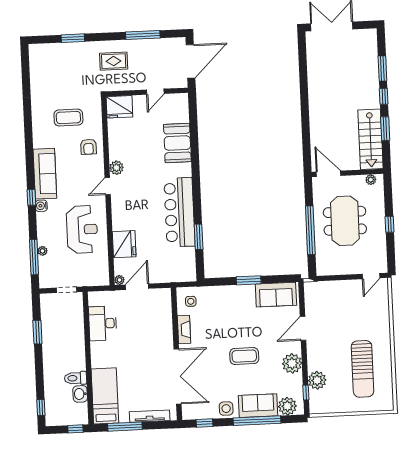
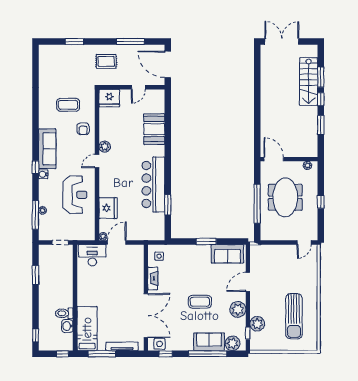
door: (191, 61) -> (168, 64), swing flipped
stairs: (370, 139) -> (309, 82), moved
desk: (103, 323) -> (92, 255), moved, turned 90
side table: (226, 409) -> (160, 344), moved

